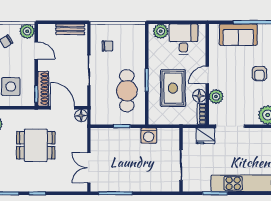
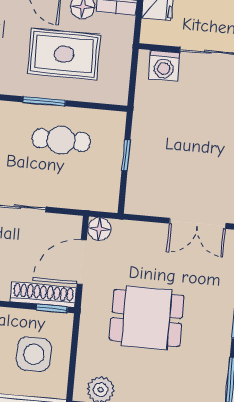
cafe table: (127, 91) -> (61, 140), width x0.73, depth x0.74
washing machine: (149, 136) -> (164, 66), moved, turned 90
dining table: (36, 145) -> (147, 318), turned 90

